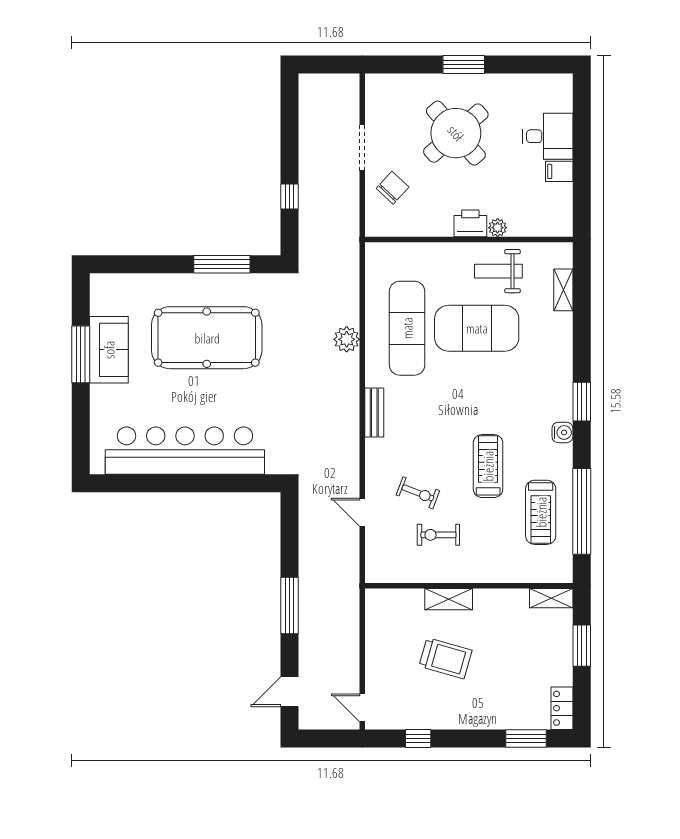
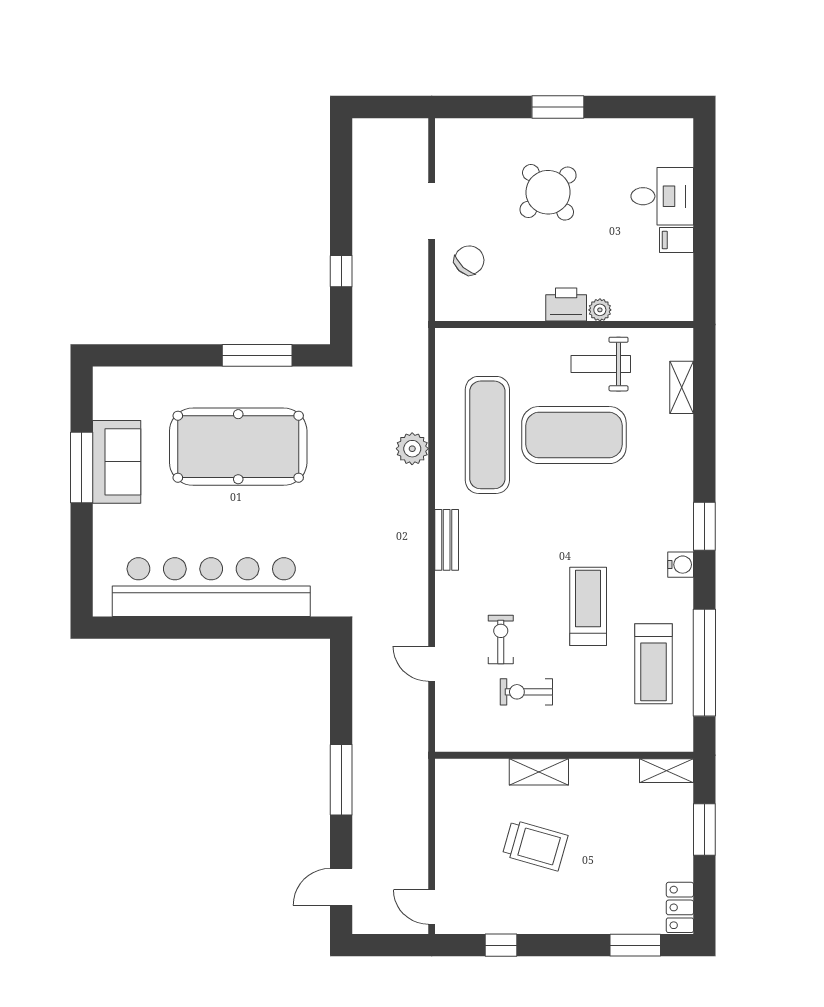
round table: (456, 133) -> (548, 192), width x0.73, depth x0.73
exercise bike: (418, 493) -> (501, 640), turned -111

